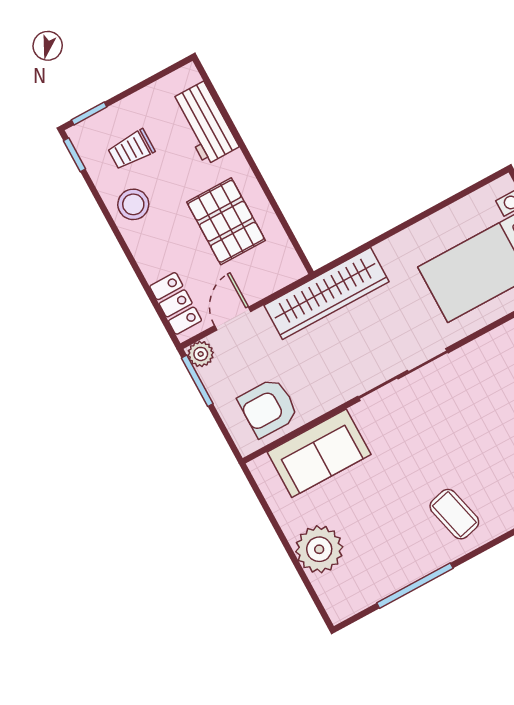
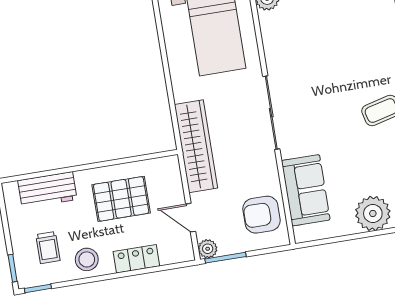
locker: (176, 303) -> (136, 259), moved
armchair: (268, 408) -> (262, 215), turned 90

